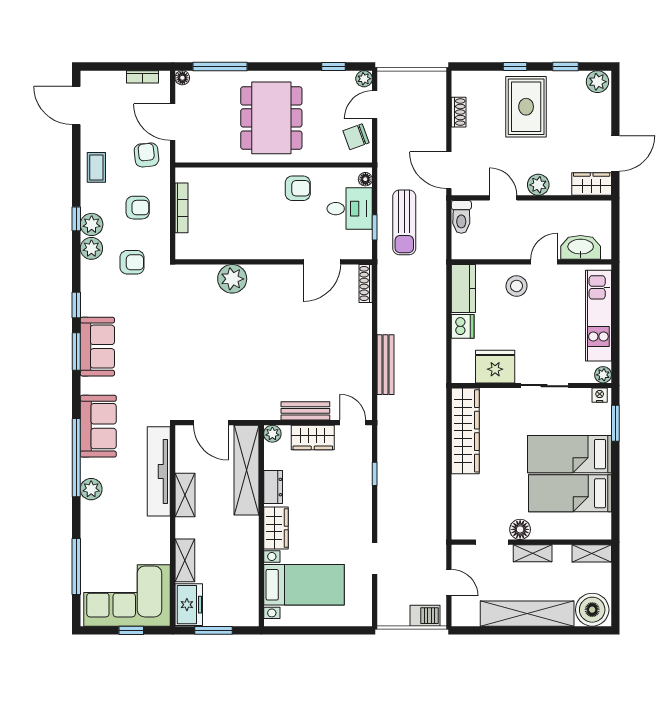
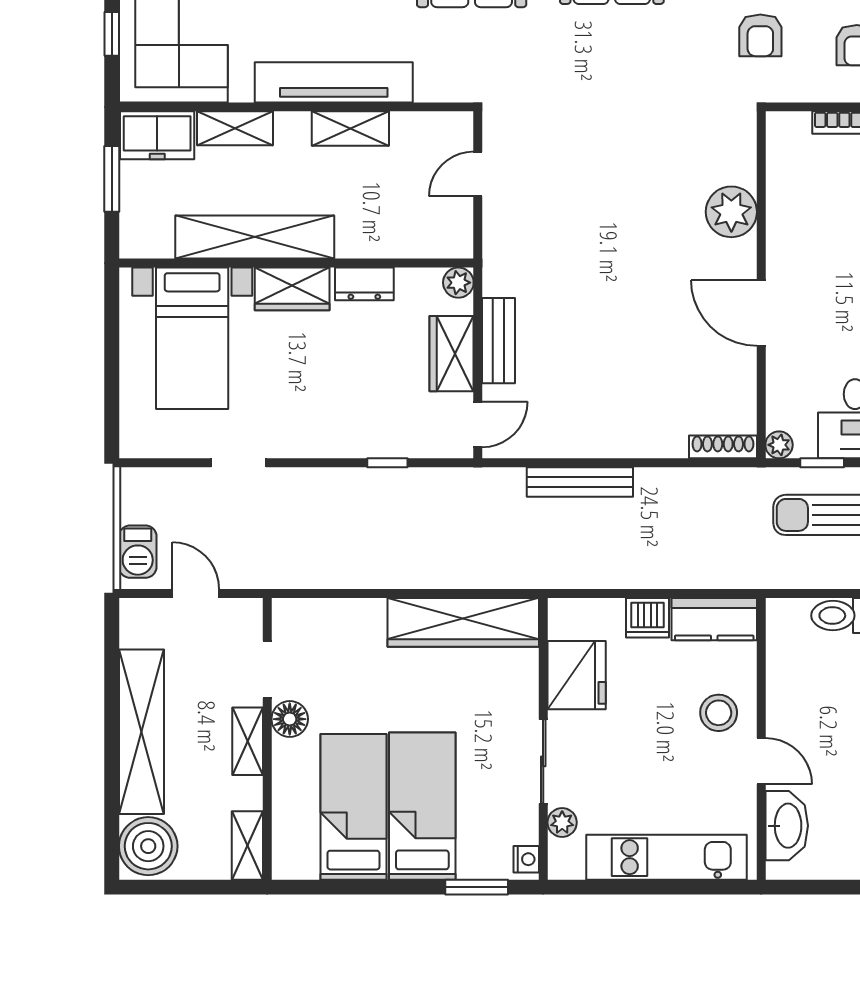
plant: (364, 252) -> (779, 445), added
door: (322, 262) -> (761, 313), moved
plant: (603, 375) -> (562, 822), moved
door: (211, 423) -> (478, 174), width x0.73
shelving: (247, 470) -> (255, 237), moved
tv unit: (159, 471) -> (334, 82), moved
door: (449, 583) -> (196, 594), swing flipped

